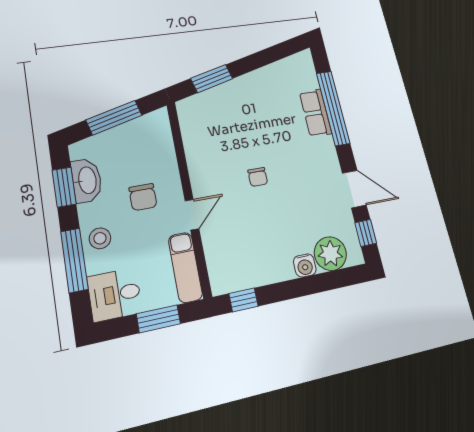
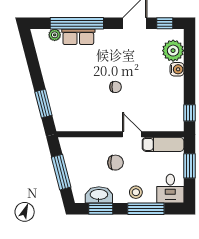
plant: (310, 81) -> (55, 35), added

